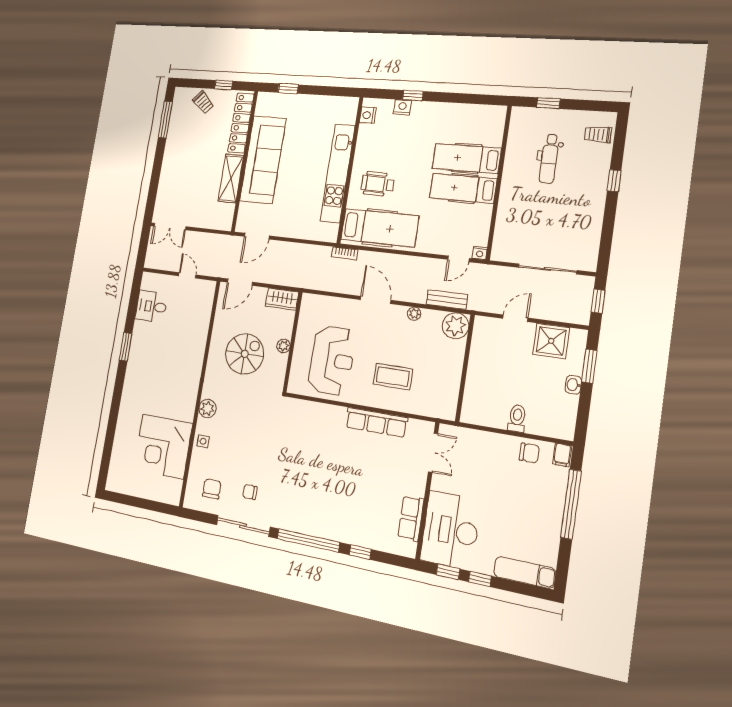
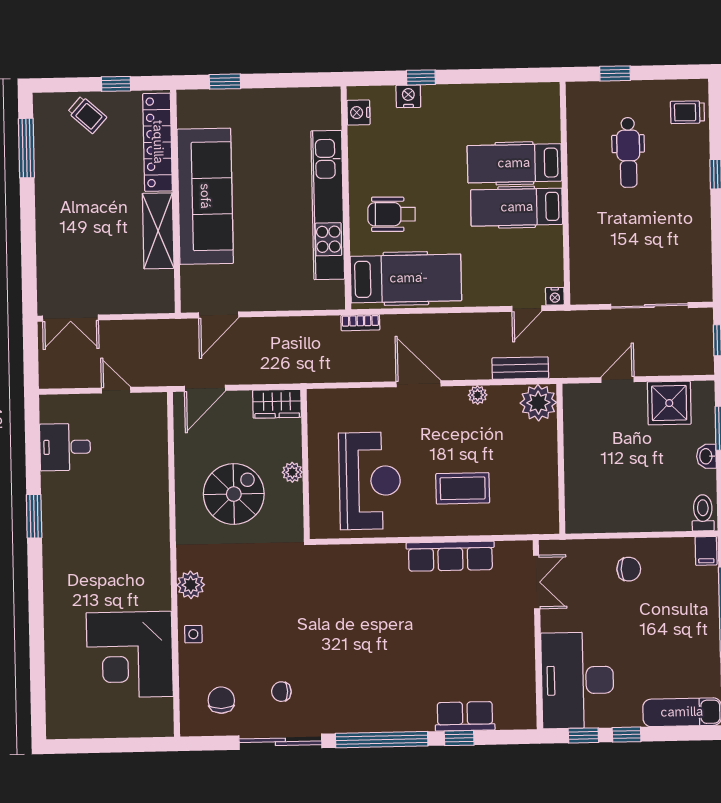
toilet: (517, 418) -> (703, 513), moved
chair: (529, 453) -> (629, 569), moved
row of seats: (411, 518) -> (465, 716), moved, turned 90

